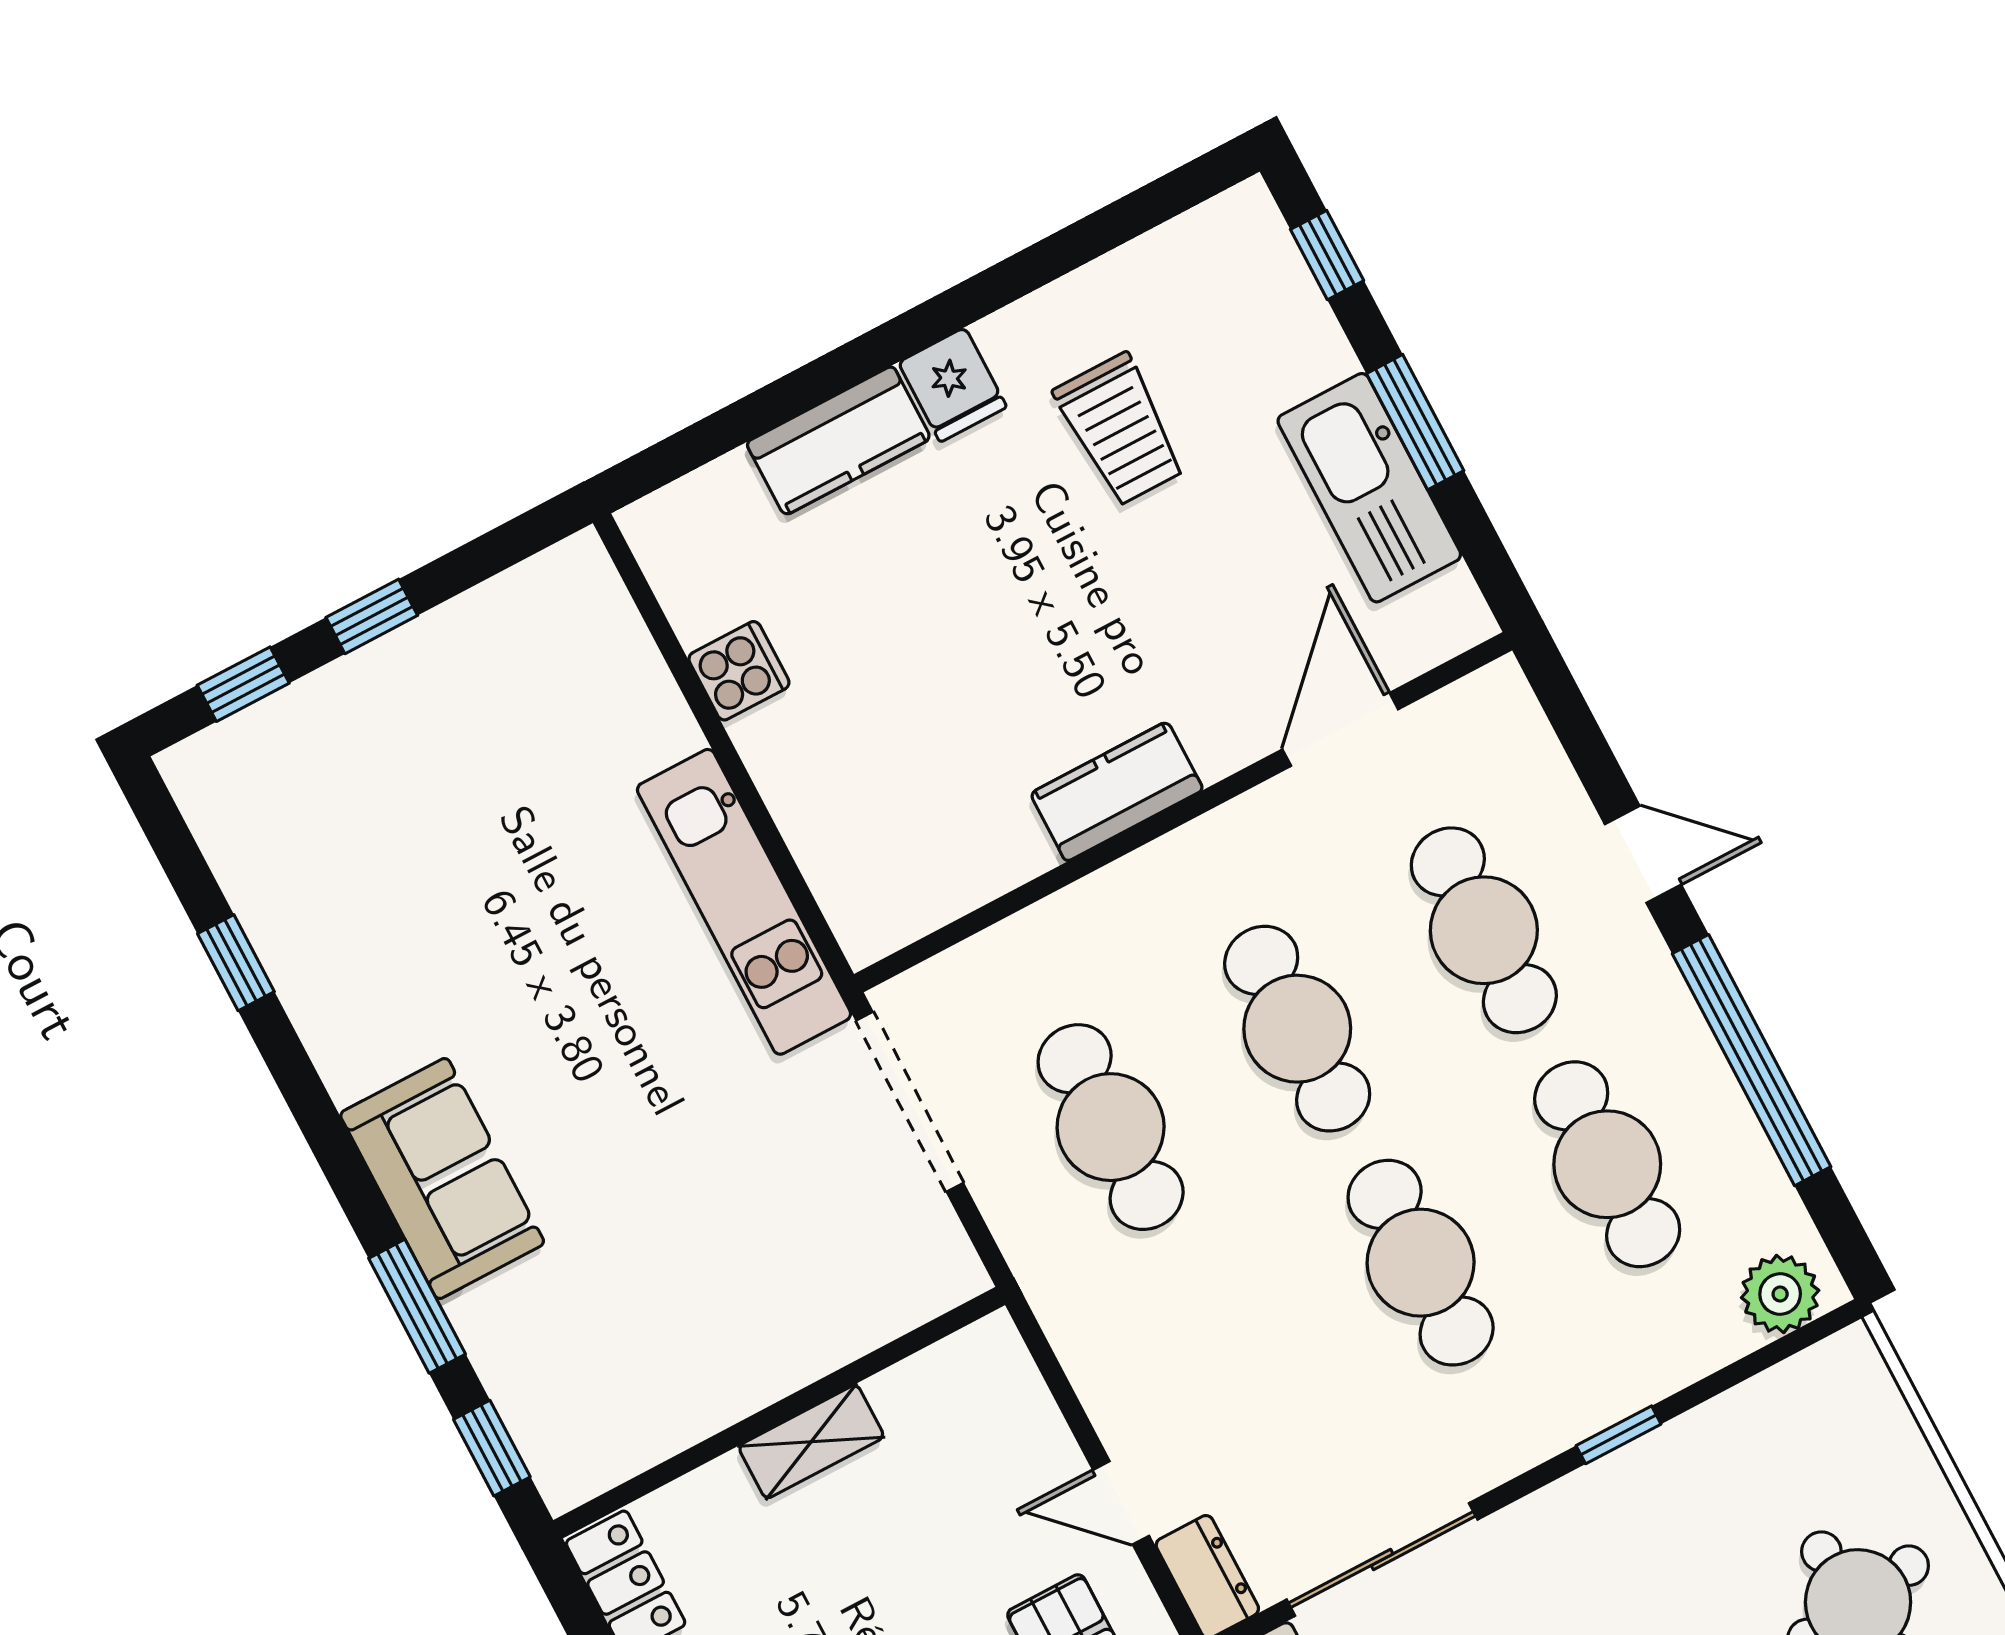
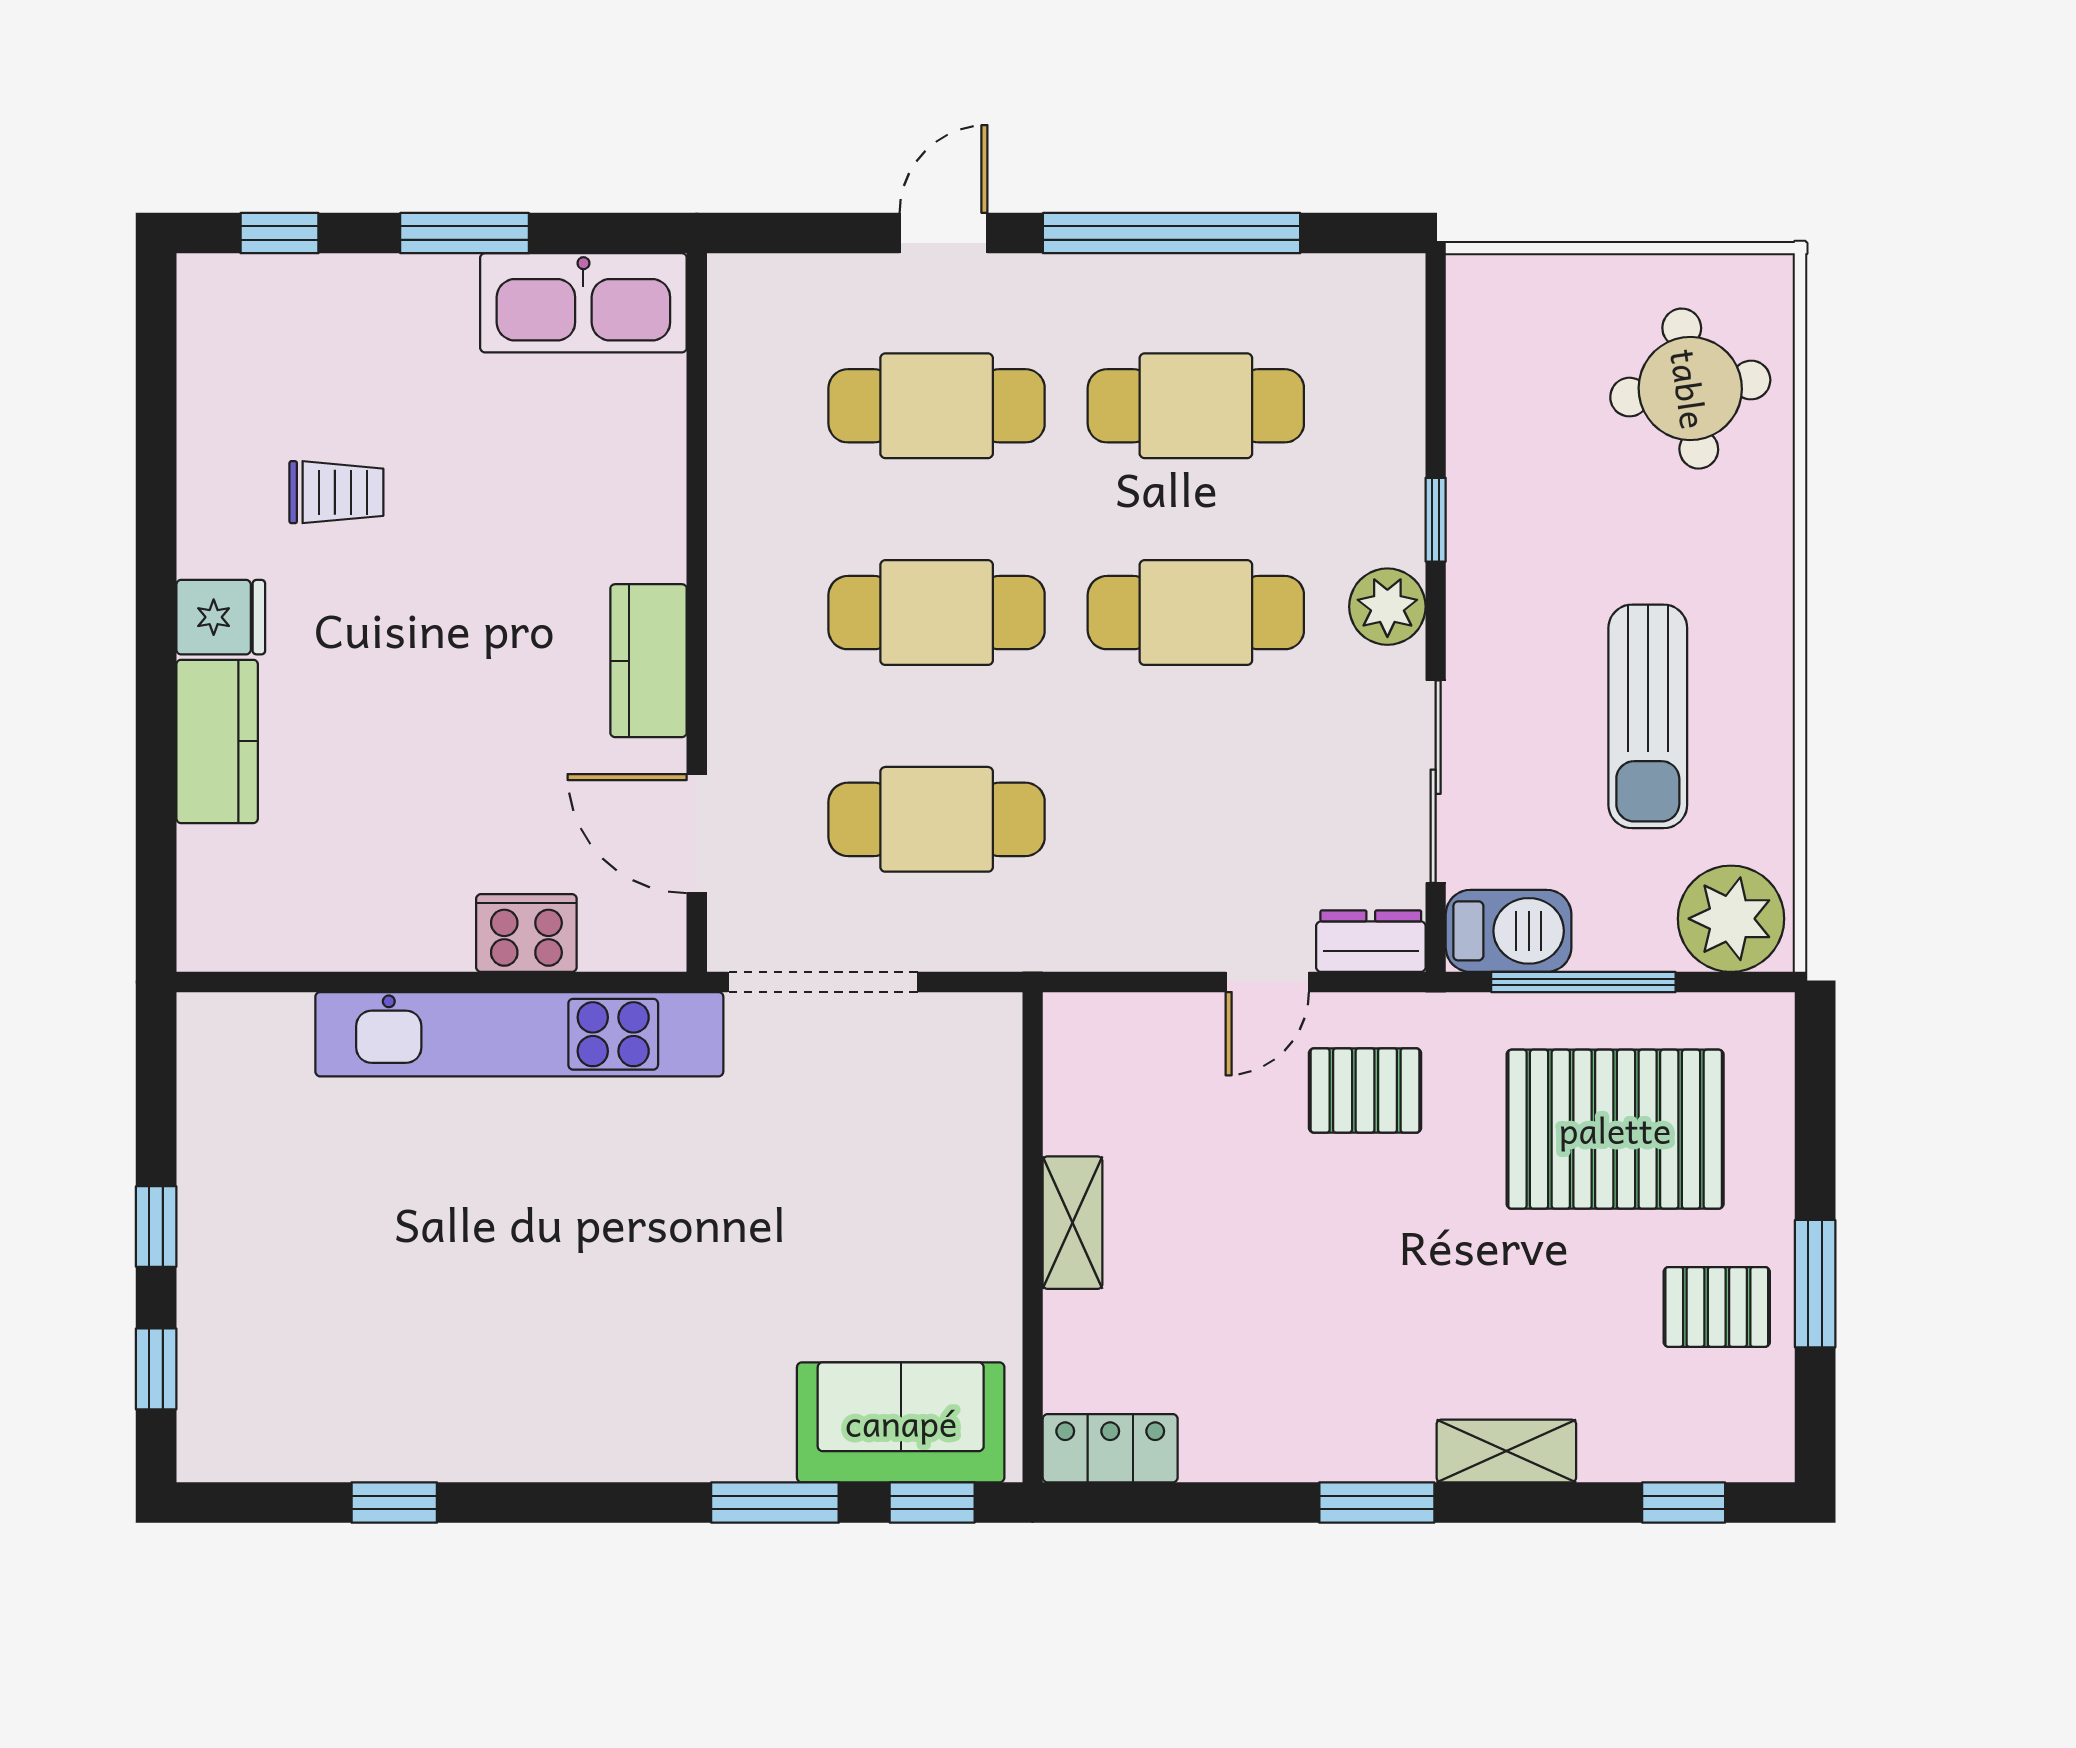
trolley: (1120, 430) -> (336, 492), width x0.73, depth x0.72
kitchen sink: (1369, 488) -> (583, 303), moved
cooker: (739, 671) -> (526, 933), moved, width x1.36
door: (1340, 729) -> (697, 834), moved
kitchen unit: (744, 902) -> (519, 1034), width x1.36
sofa: (442, 1178) -> (901, 1422), moved
plant: (1780, 1294) -> (1387, 607), moved

